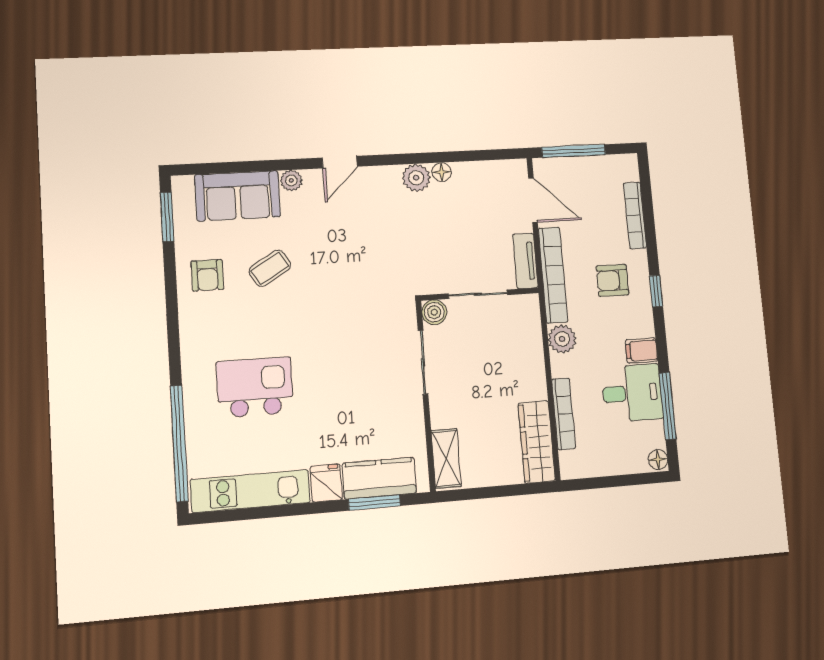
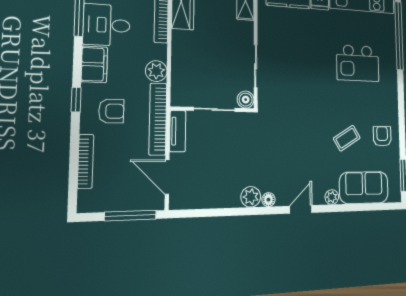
floor lamp: (442, 172) -> (268, 200), moved
filing cabinet: (642, 351) -> (94, 64), width x2.00

